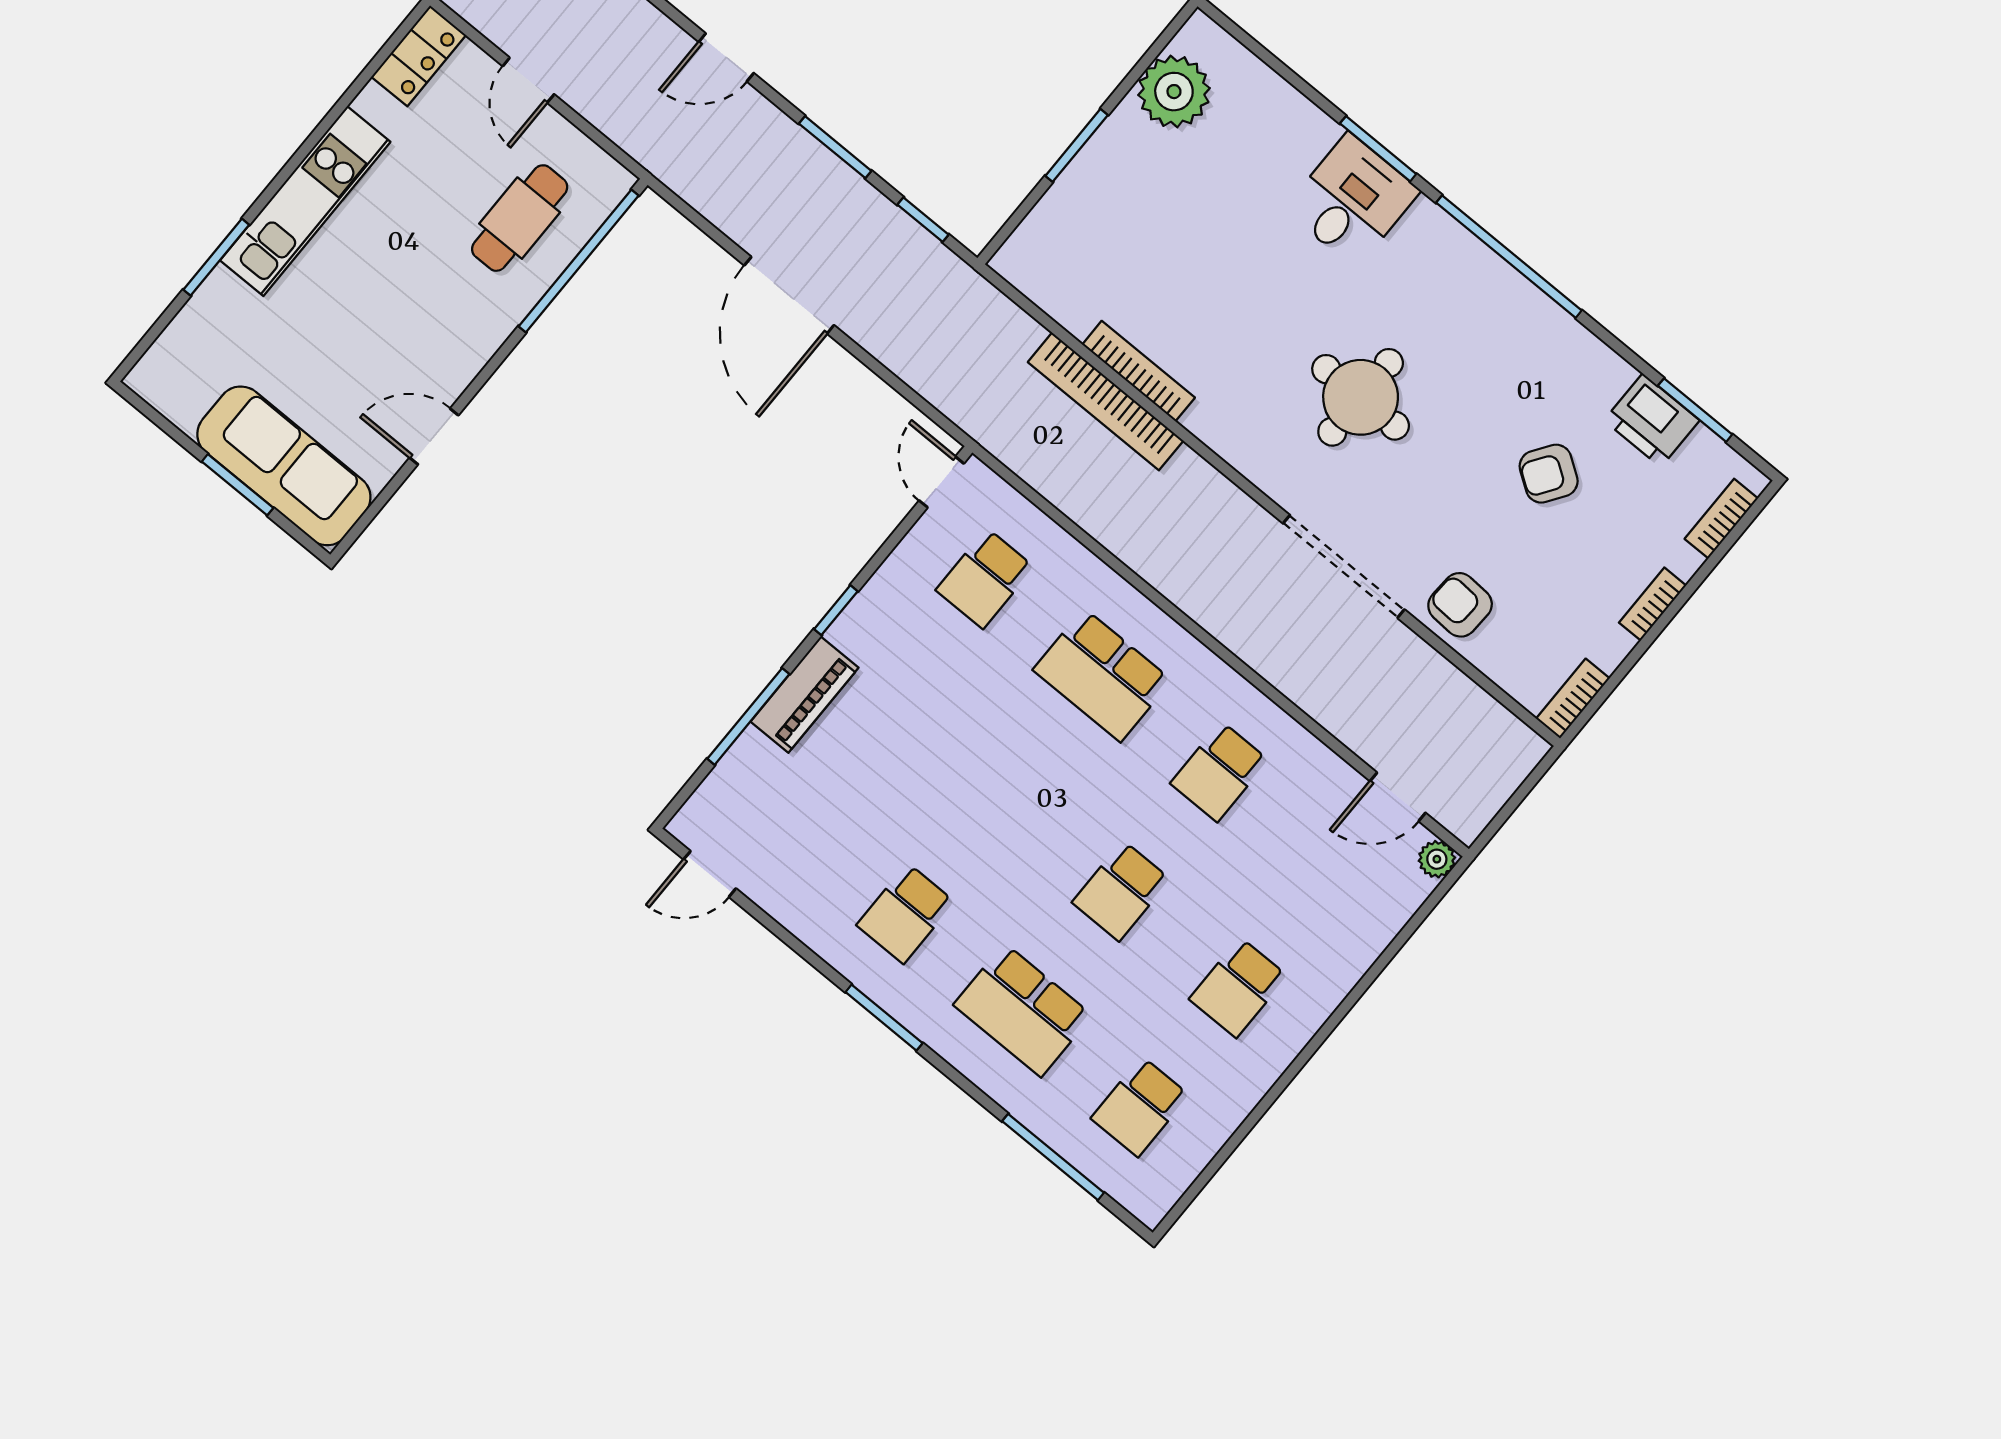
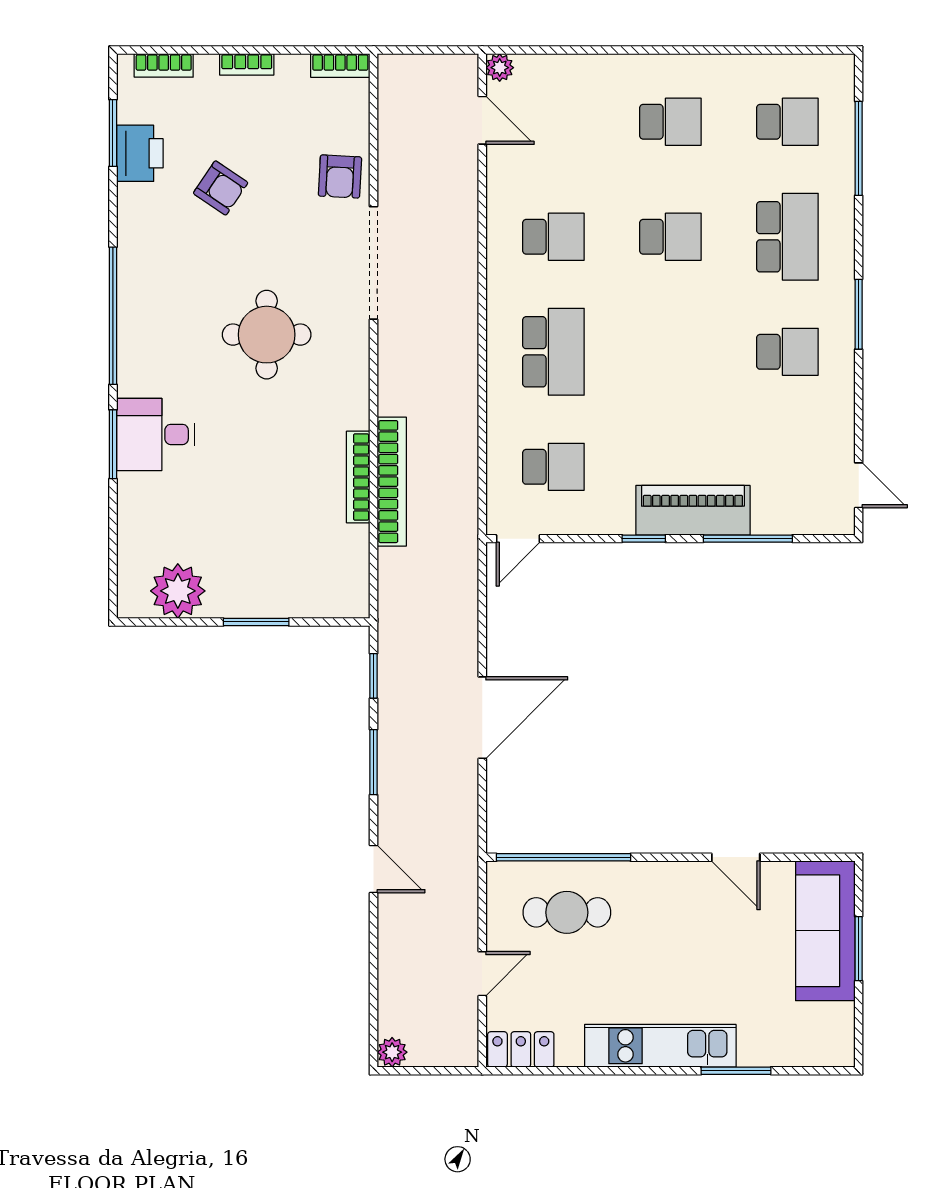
piano: (804, 695) -> (693, 510), width x1.37, depth x1.33

